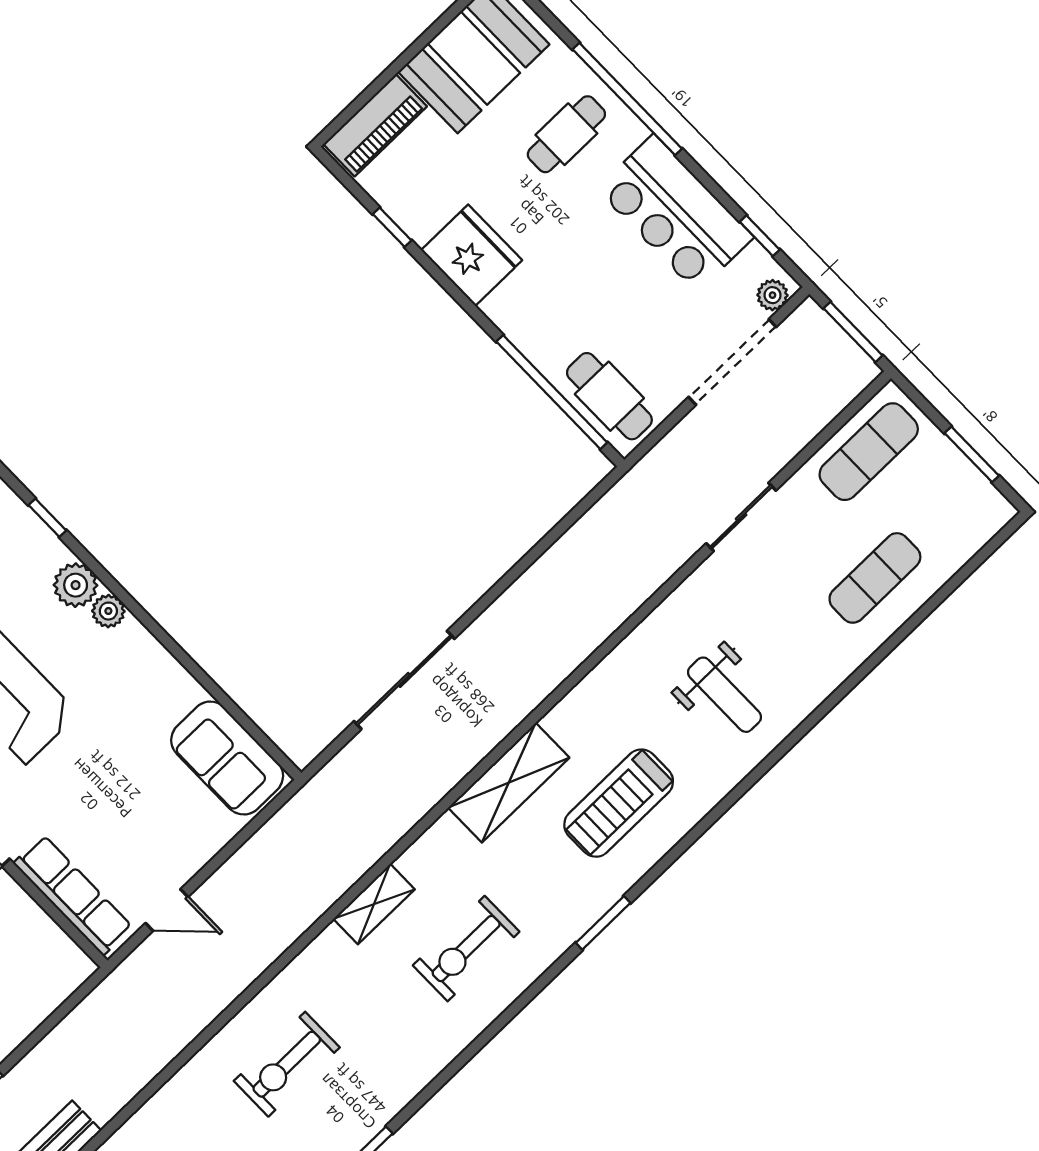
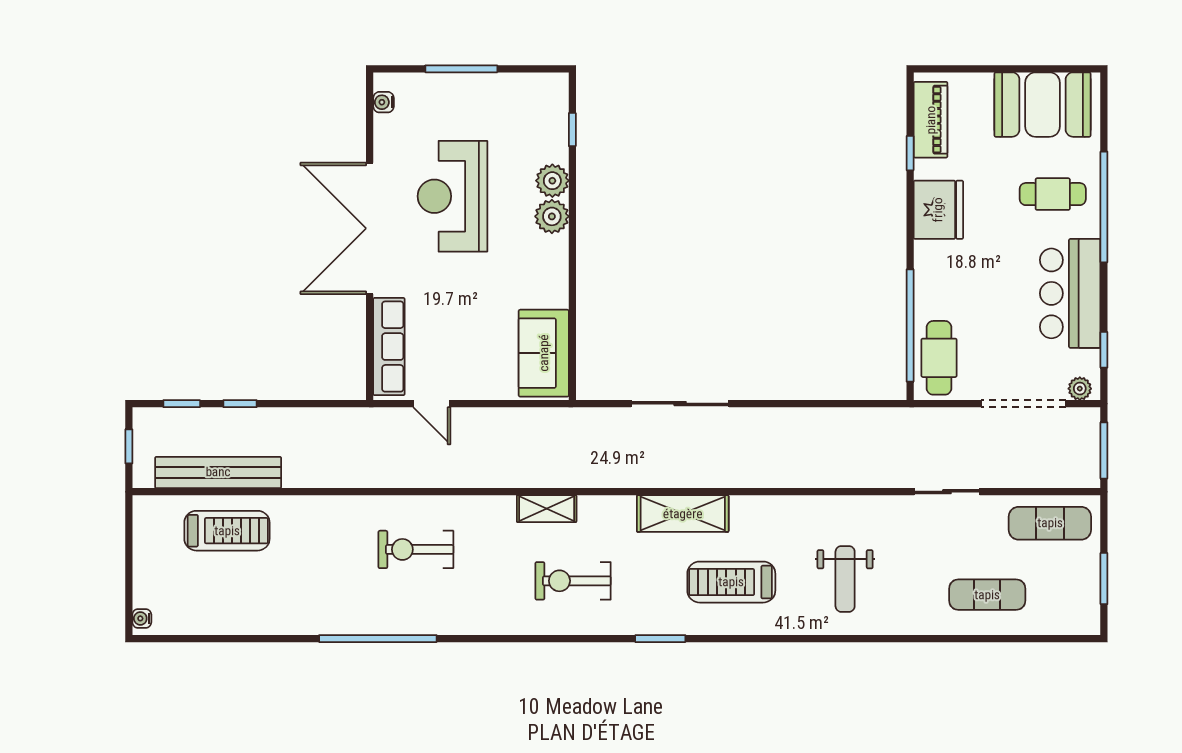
piano: (375, 125) -> (931, 120), moved, turned -90
plant: (108, 611) -> (552, 216), width x1.38, depth x1.38

